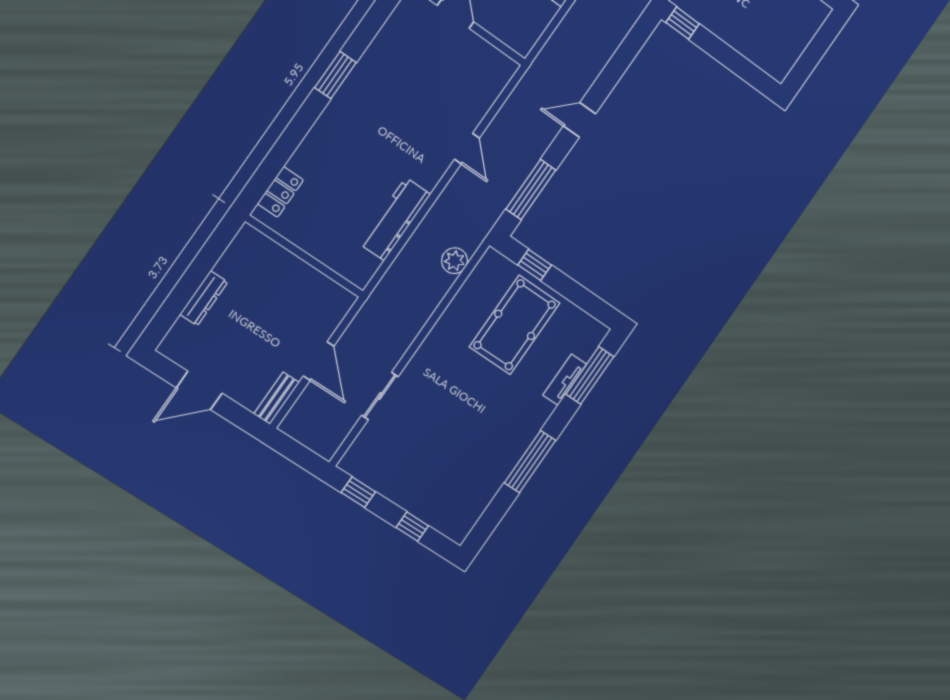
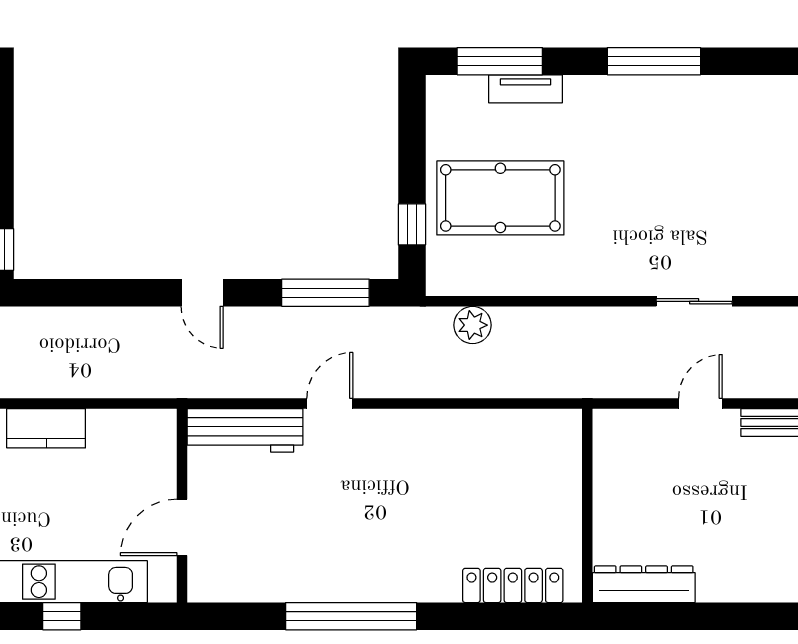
window: (335, 75) -> (351, 616), width x2.11
locker: (280, 192) -> (513, 585), width x1.53
workbench: (395, 219) -> (245, 430), moved
dresser: (204, 298) -> (644, 584), moved, width x1.37, depth x1.24
door: (319, 361) -> (700, 403), width x0.73

